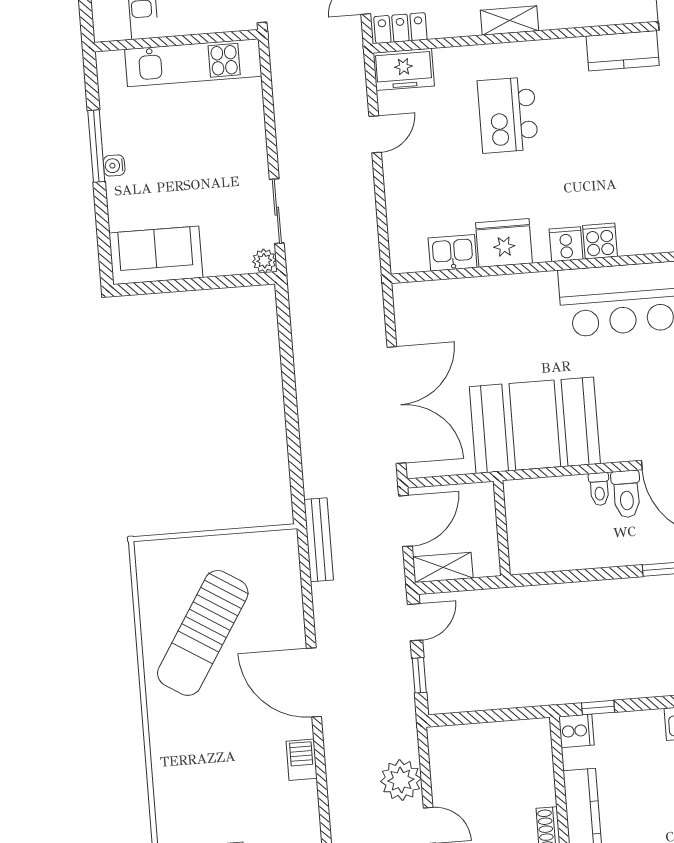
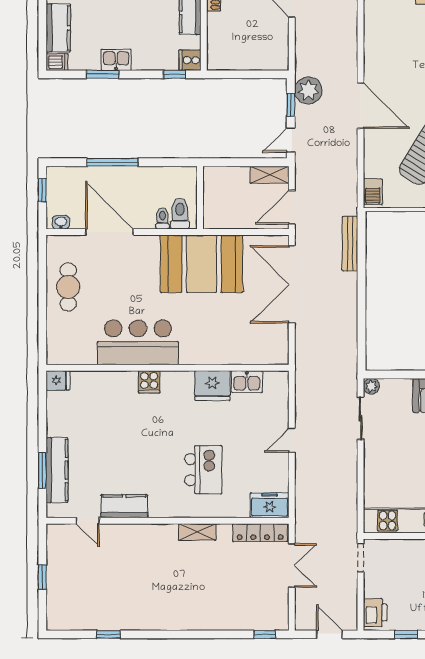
locker: (400, 28) -> (260, 533), width x1.53
door: (375, 134) -> (292, 440), moved
cooker: (566, 244) -> (172, 382), removed
toilet: (626, 494) -> (180, 214), moved
wall: (502, 528) -> (200, 198), moved
bench: (319, 540) -> (350, 244), moved
barbecue: (302, 760) -> (373, 192), moved
plant: (401, 780) -> (308, 90), moved

